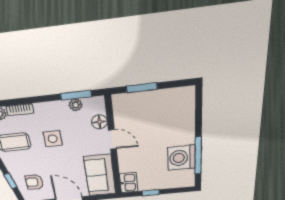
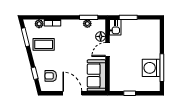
side table: (53, 139) -> (69, 45), removed
door: (112, 139) -> (107, 50), swing flipped
kitchen sink: (129, 183) -> (115, 27), moved

